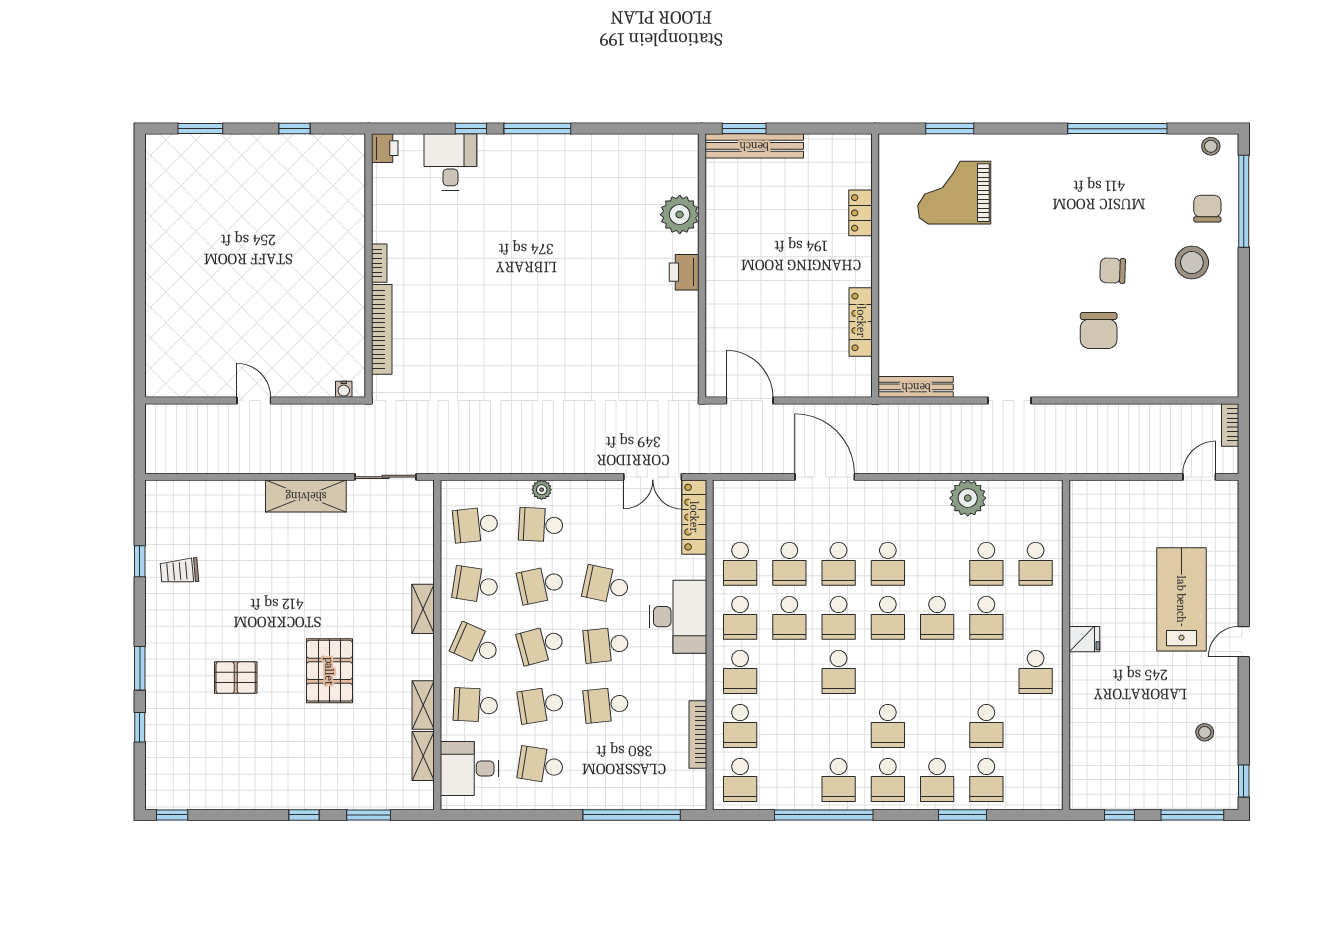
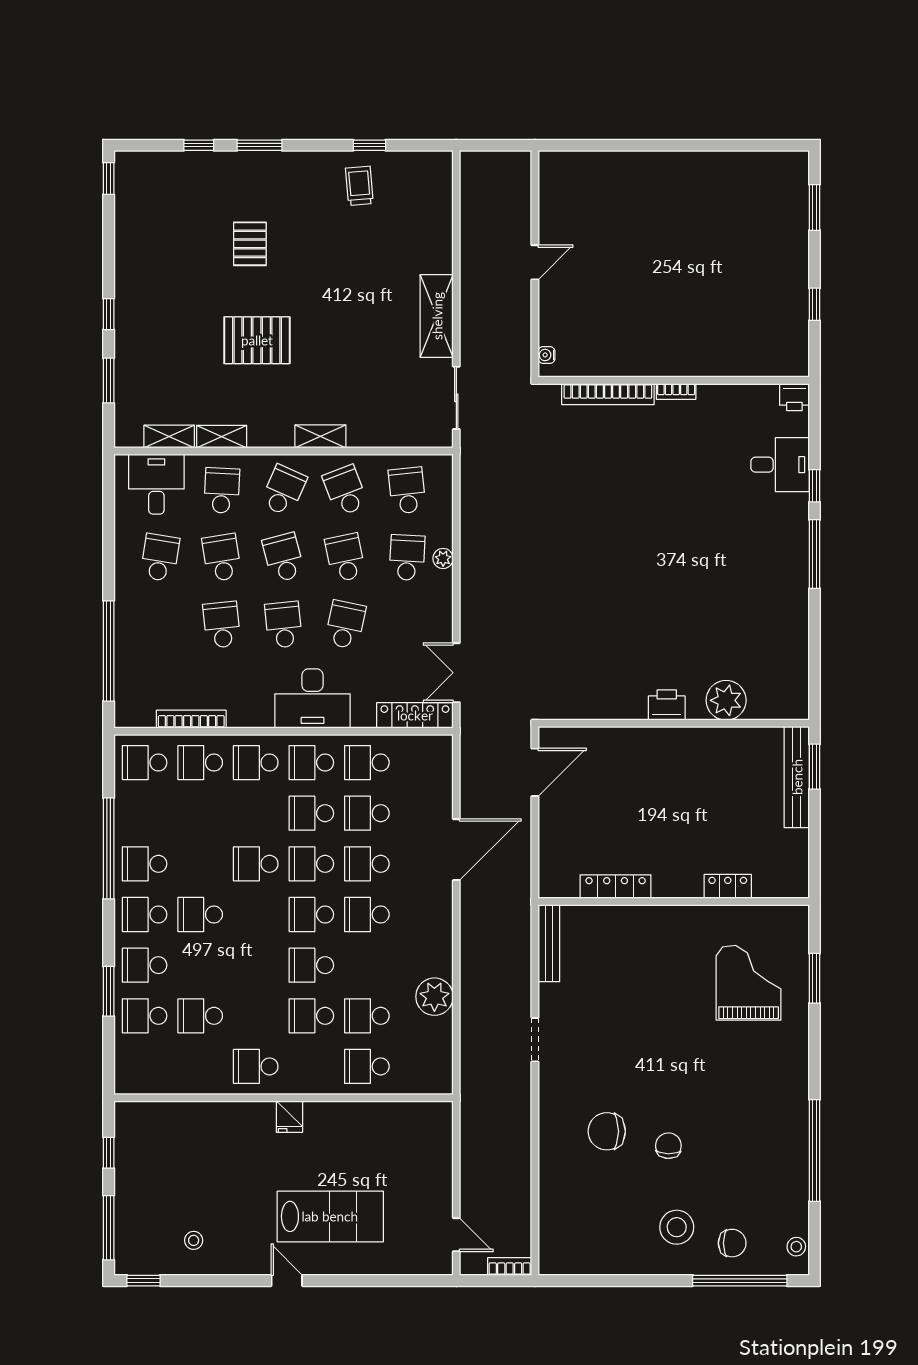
school desk: (476, 585) -> (345, 490), turned -30

